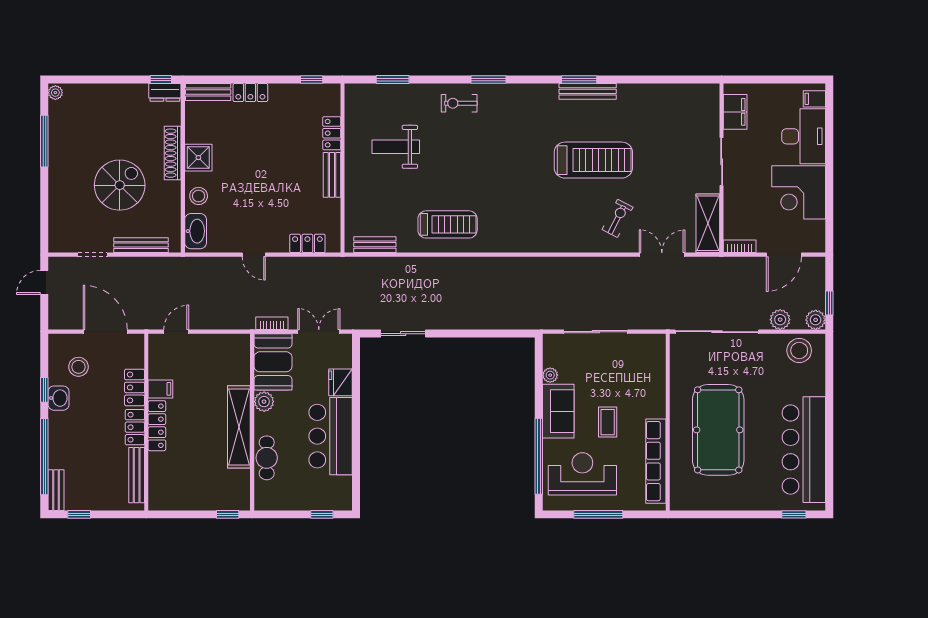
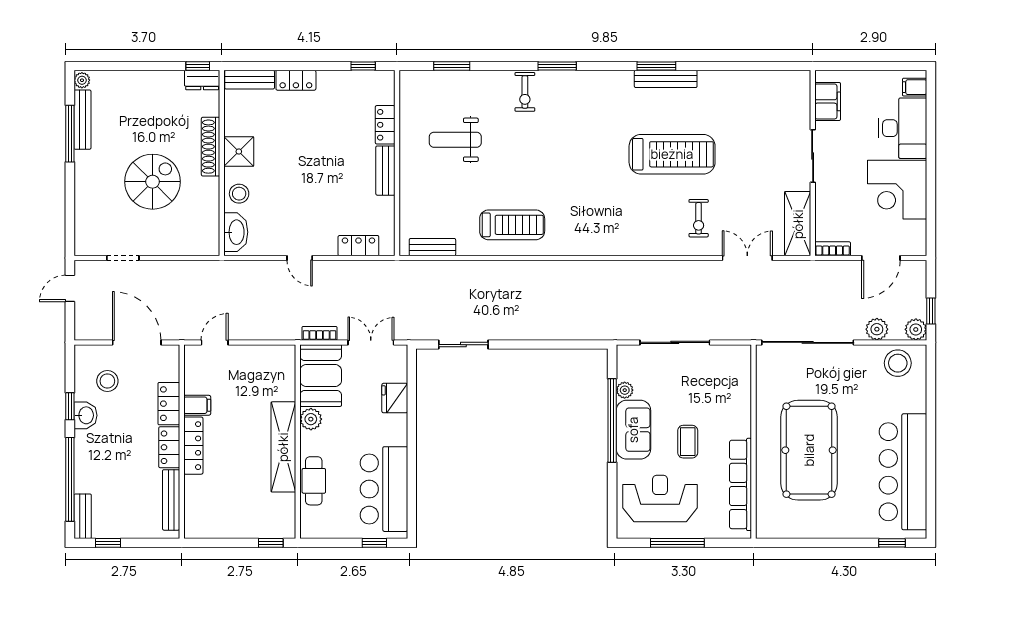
exercise bike: (459, 103) -> (525, 92), turned -90
exercise bike: (618, 218) -> (699, 218), turned 153
bench: (141, 245) -> (82, 120), moved, turned 90
bar counter: (331, 436) -> (384, 489), moved
window: (539, 456) -> (612, 421), moved

